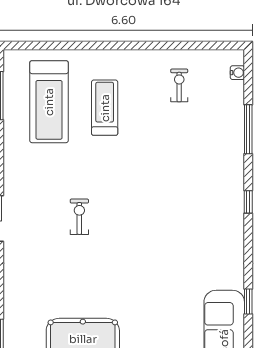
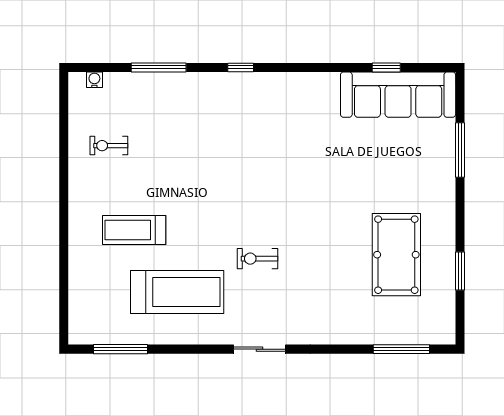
treadmill: (49, 102) -> (177, 292), moved
window: (248, 301) -> (386, 67), moved

